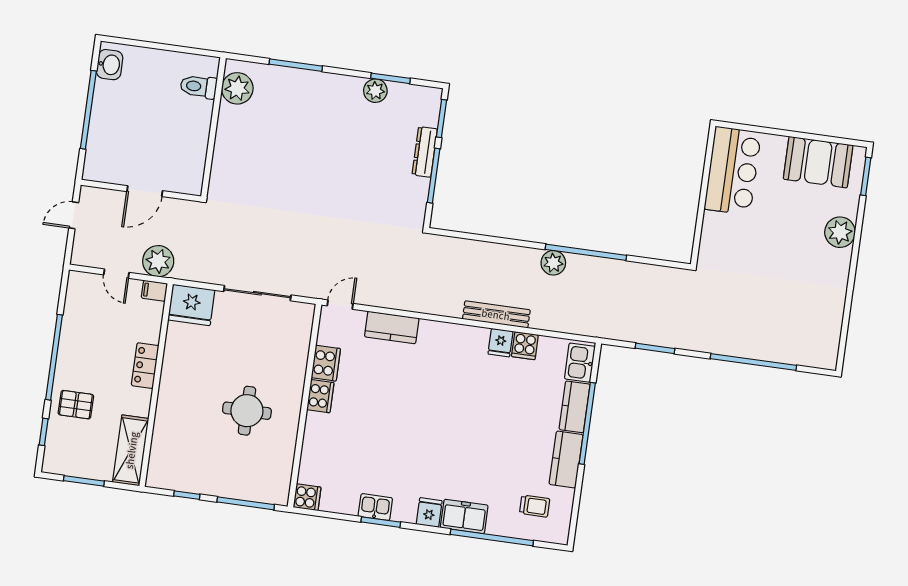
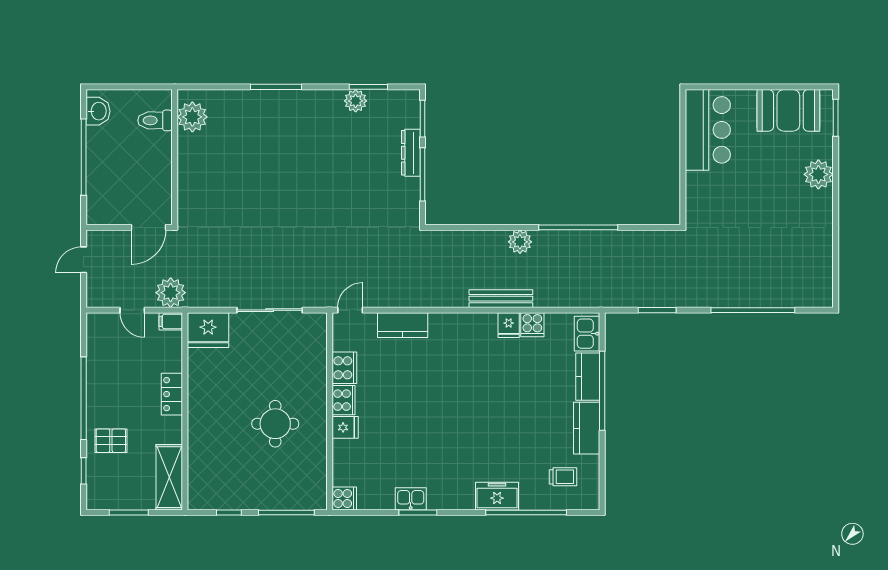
toilet: (199, 87) -> (155, 120), moved
plant: (237, 88) -> (192, 117), moved
wall: (213, 127) -> (175, 157), moved
plant: (553, 263) -> (520, 242), moved
fridge: (429, 513) -> (345, 427), moved, turned 90

